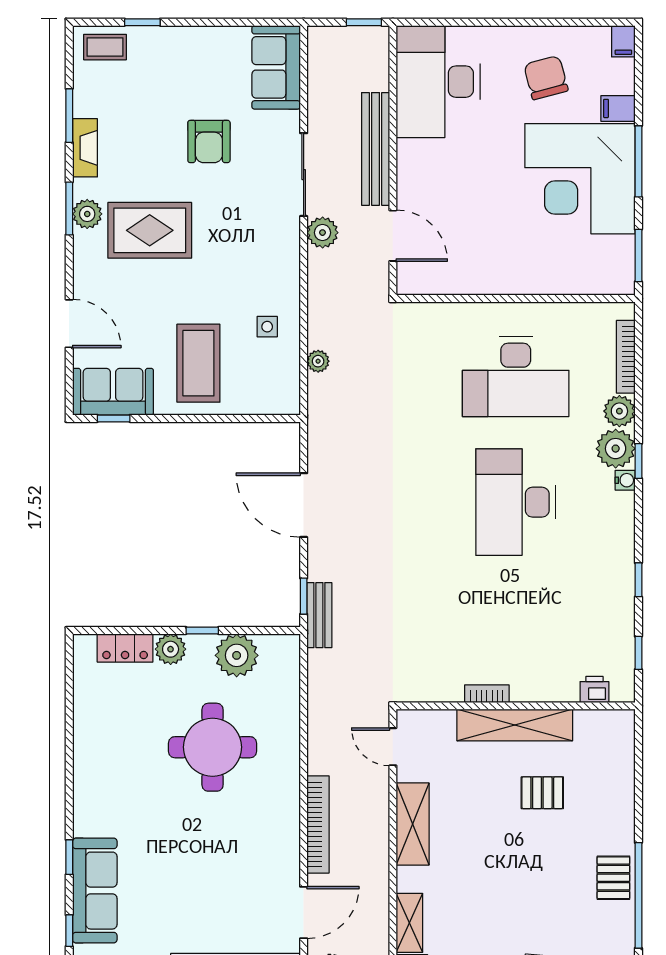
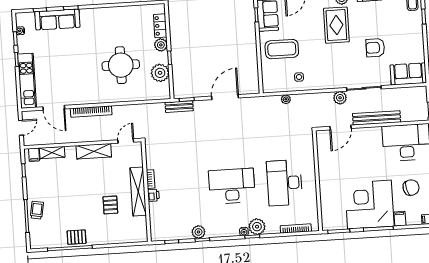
plant: (619, 411) -> (198, 232), moved
printer: (594, 689) -> (153, 195), moved

